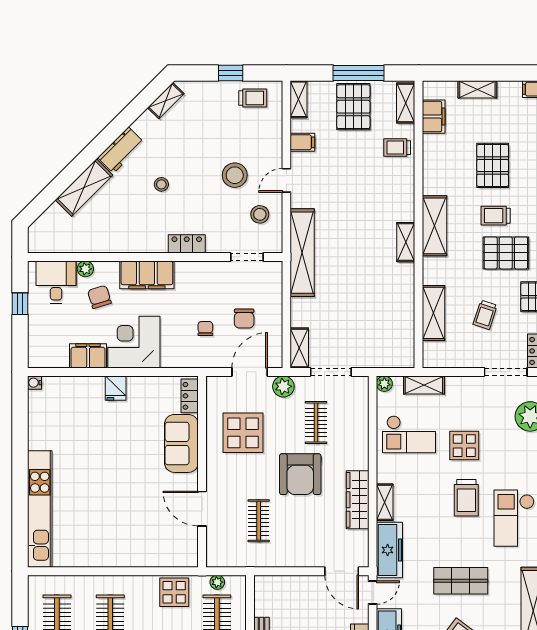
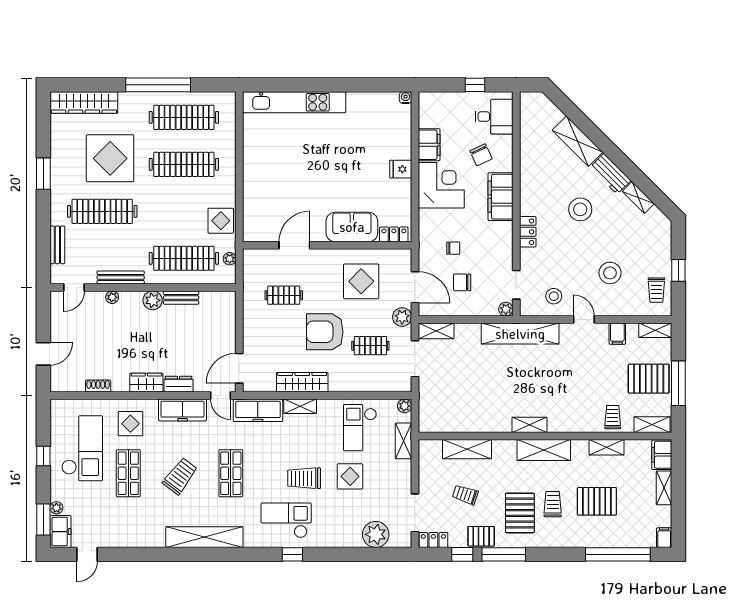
shelving: (166, 101) -> (638, 198), moved
filing cabinet: (434, 117) -> (662, 455), moved, turned 90
shelving: (431, 155) -> (606, 447), added
stool: (235, 175) -> (610, 273), moved
stool: (161, 184) -> (580, 209), width x1.89, depth x1.89
plant: (85, 269) -> (506, 309), moved
chair: (99, 297) -> (481, 155), turned 82

